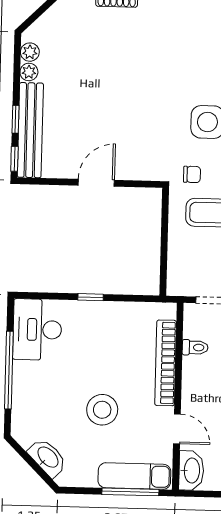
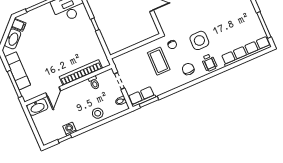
stool: (102, 410) -> (46, 54), removed
filing cabinet: (27, 435) -> (18, 25), added
exam couch: (134, 476) -> (18, 71), moved

